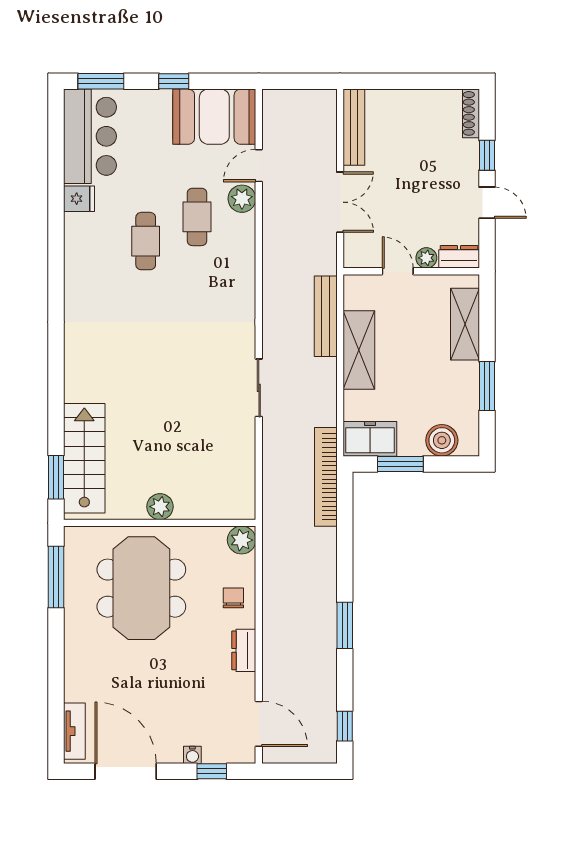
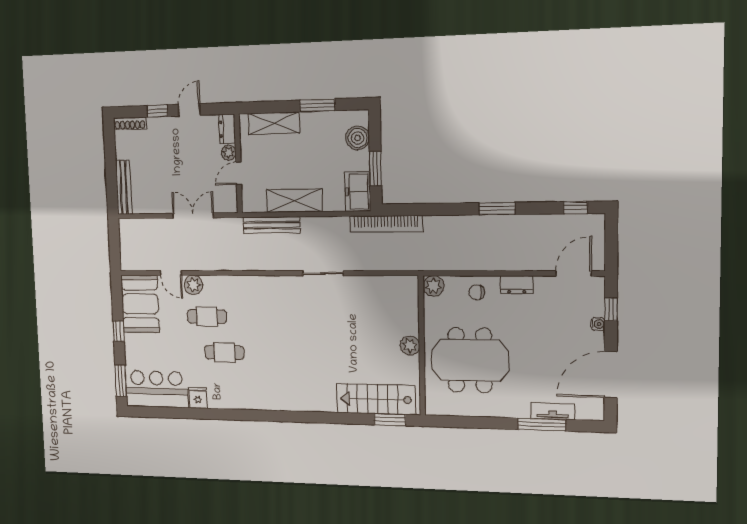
bench: (354, 127) -> (124, 187), moved, turned 90
window: (56, 577) -> (542, 424), moved
tv unit: (74, 731) -> (553, 411), moved

